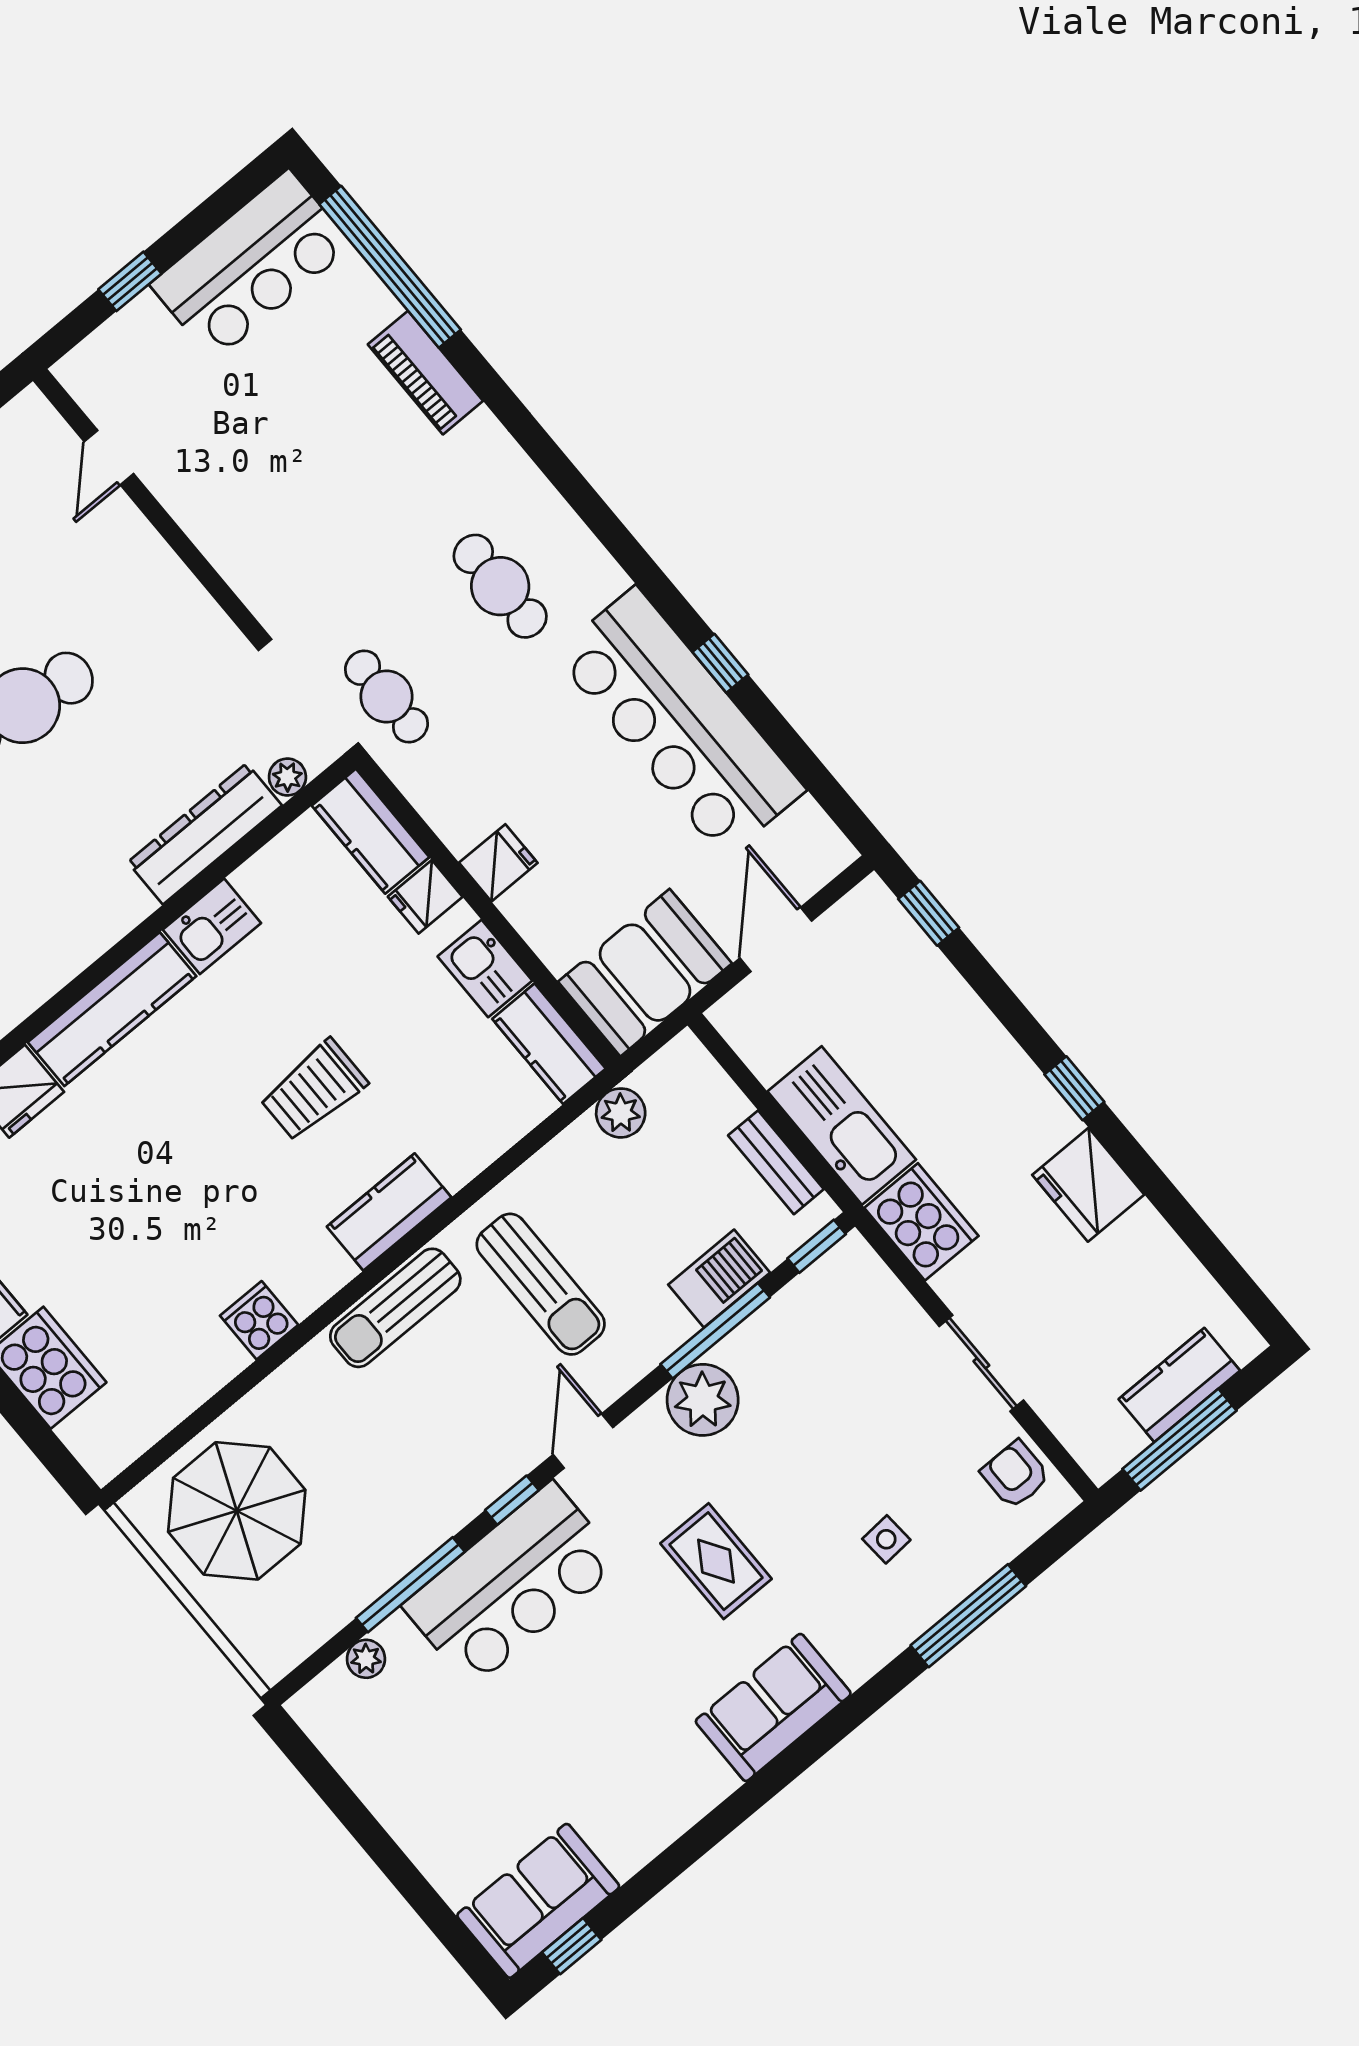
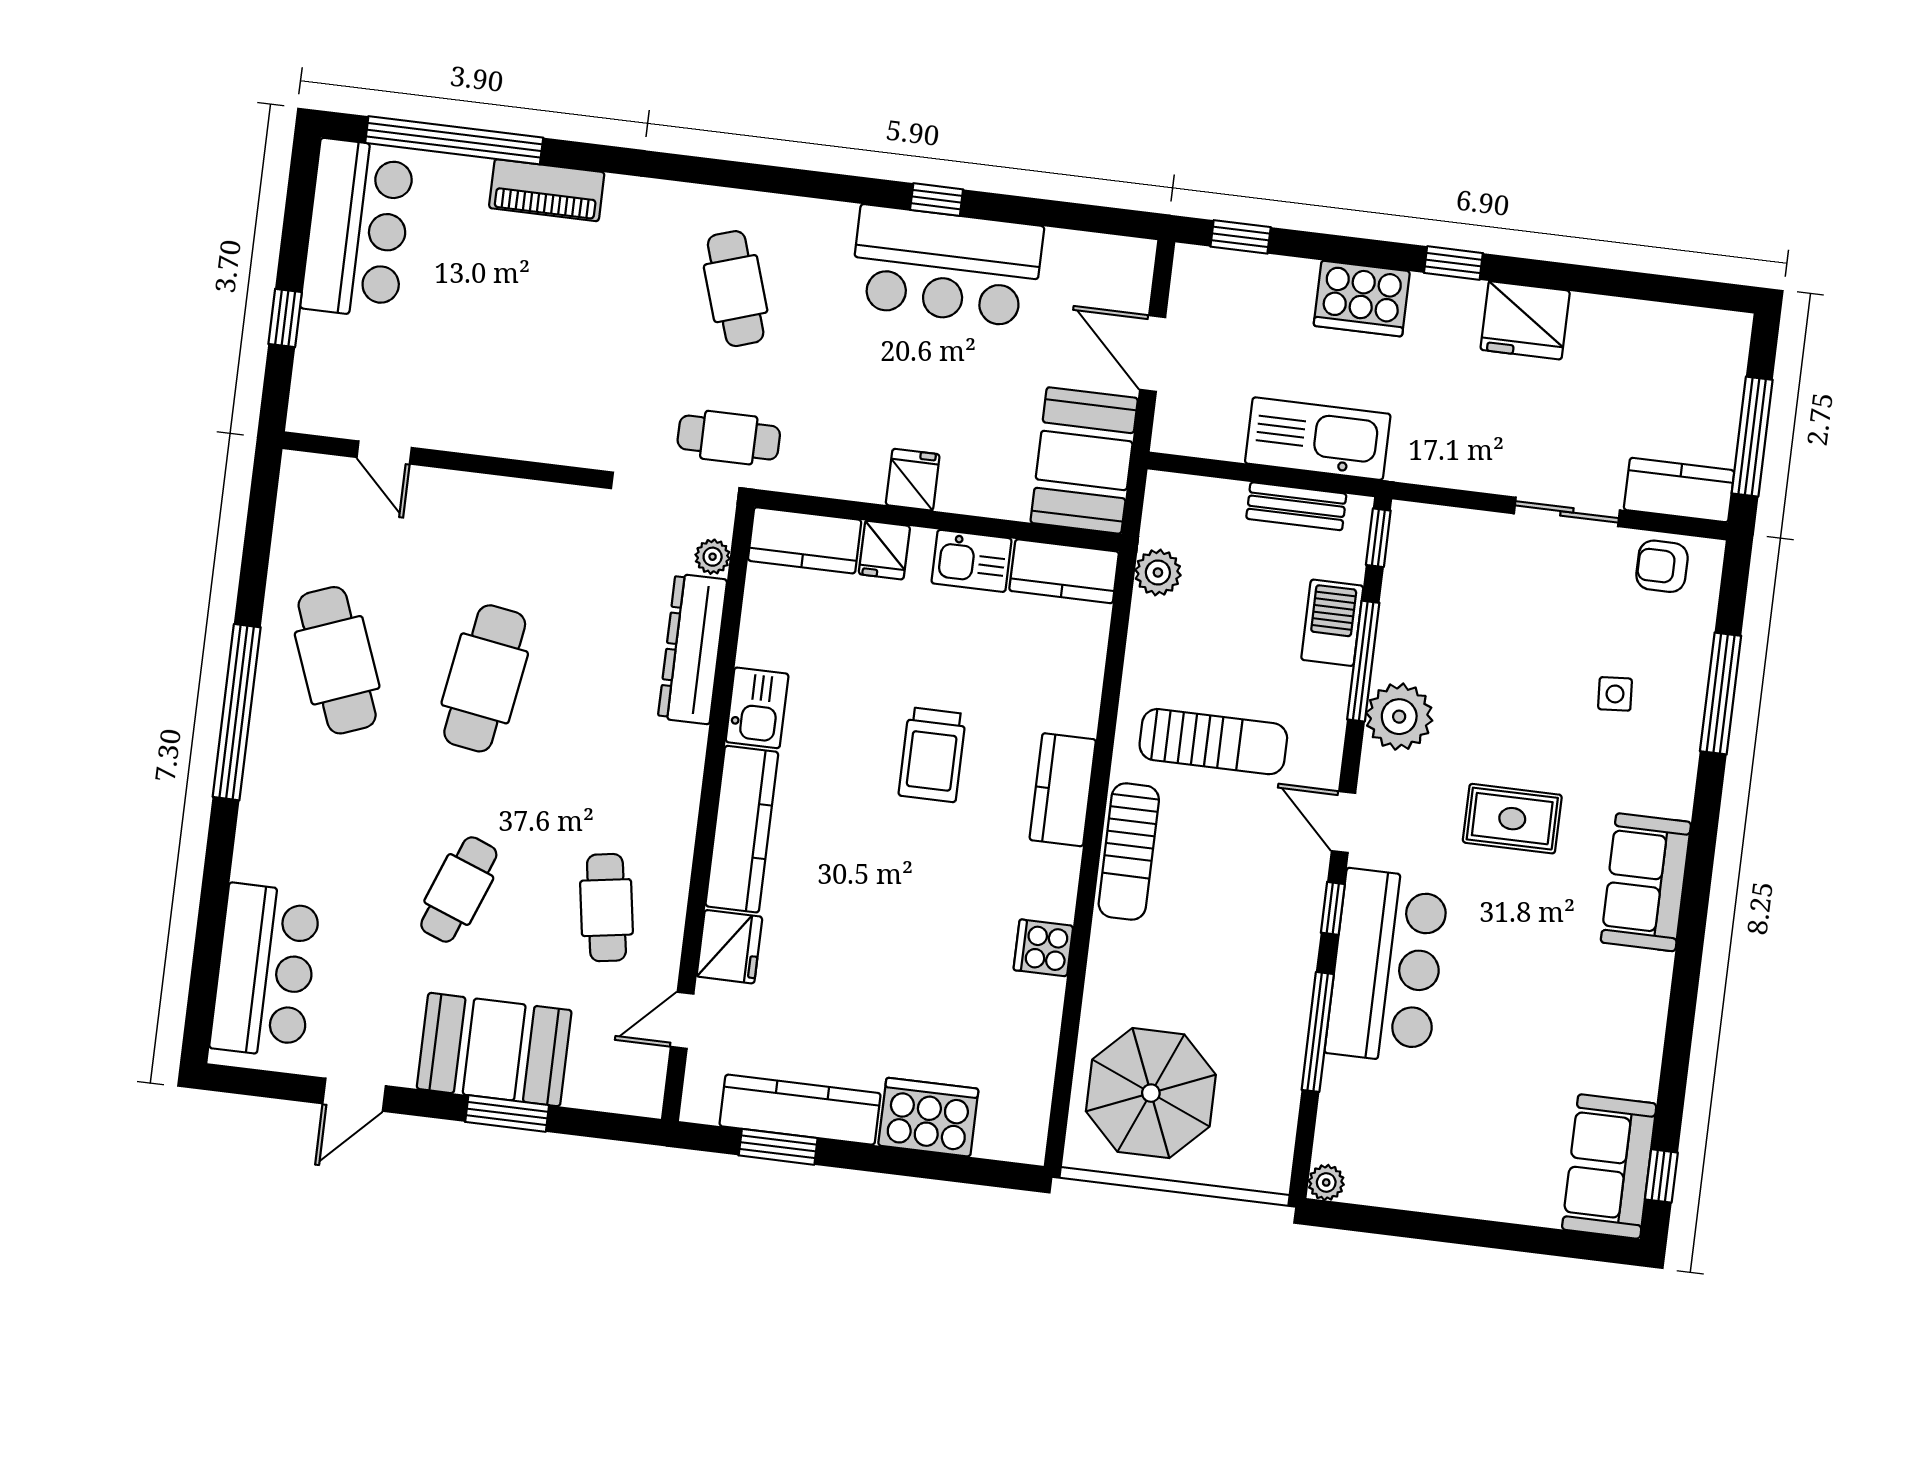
cafe table: (500, 586) -> (736, 289), turned 72
bar counter: (680, 722) -> (946, 266), width x0.73
cooker: (921, 1222) -> (1362, 298), moved, turned 180
kitchen counter: (1179, 1385) -> (1679, 490), moved, turned 90
plant: (366, 1659) -> (1326, 1183), moved

